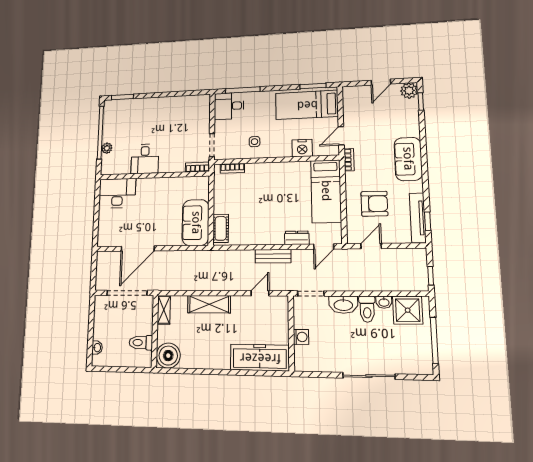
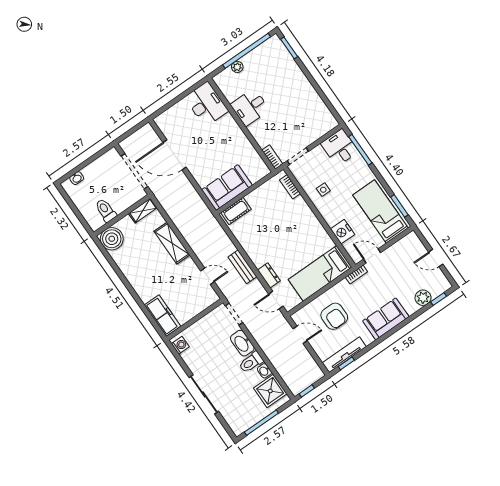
plant: (409, 91) -> (423, 298), moved
washing machine: (301, 337) -> (180, 345), moved, turned -90
freezer: (260, 358) -> (163, 316), width x0.73, depth x0.79

